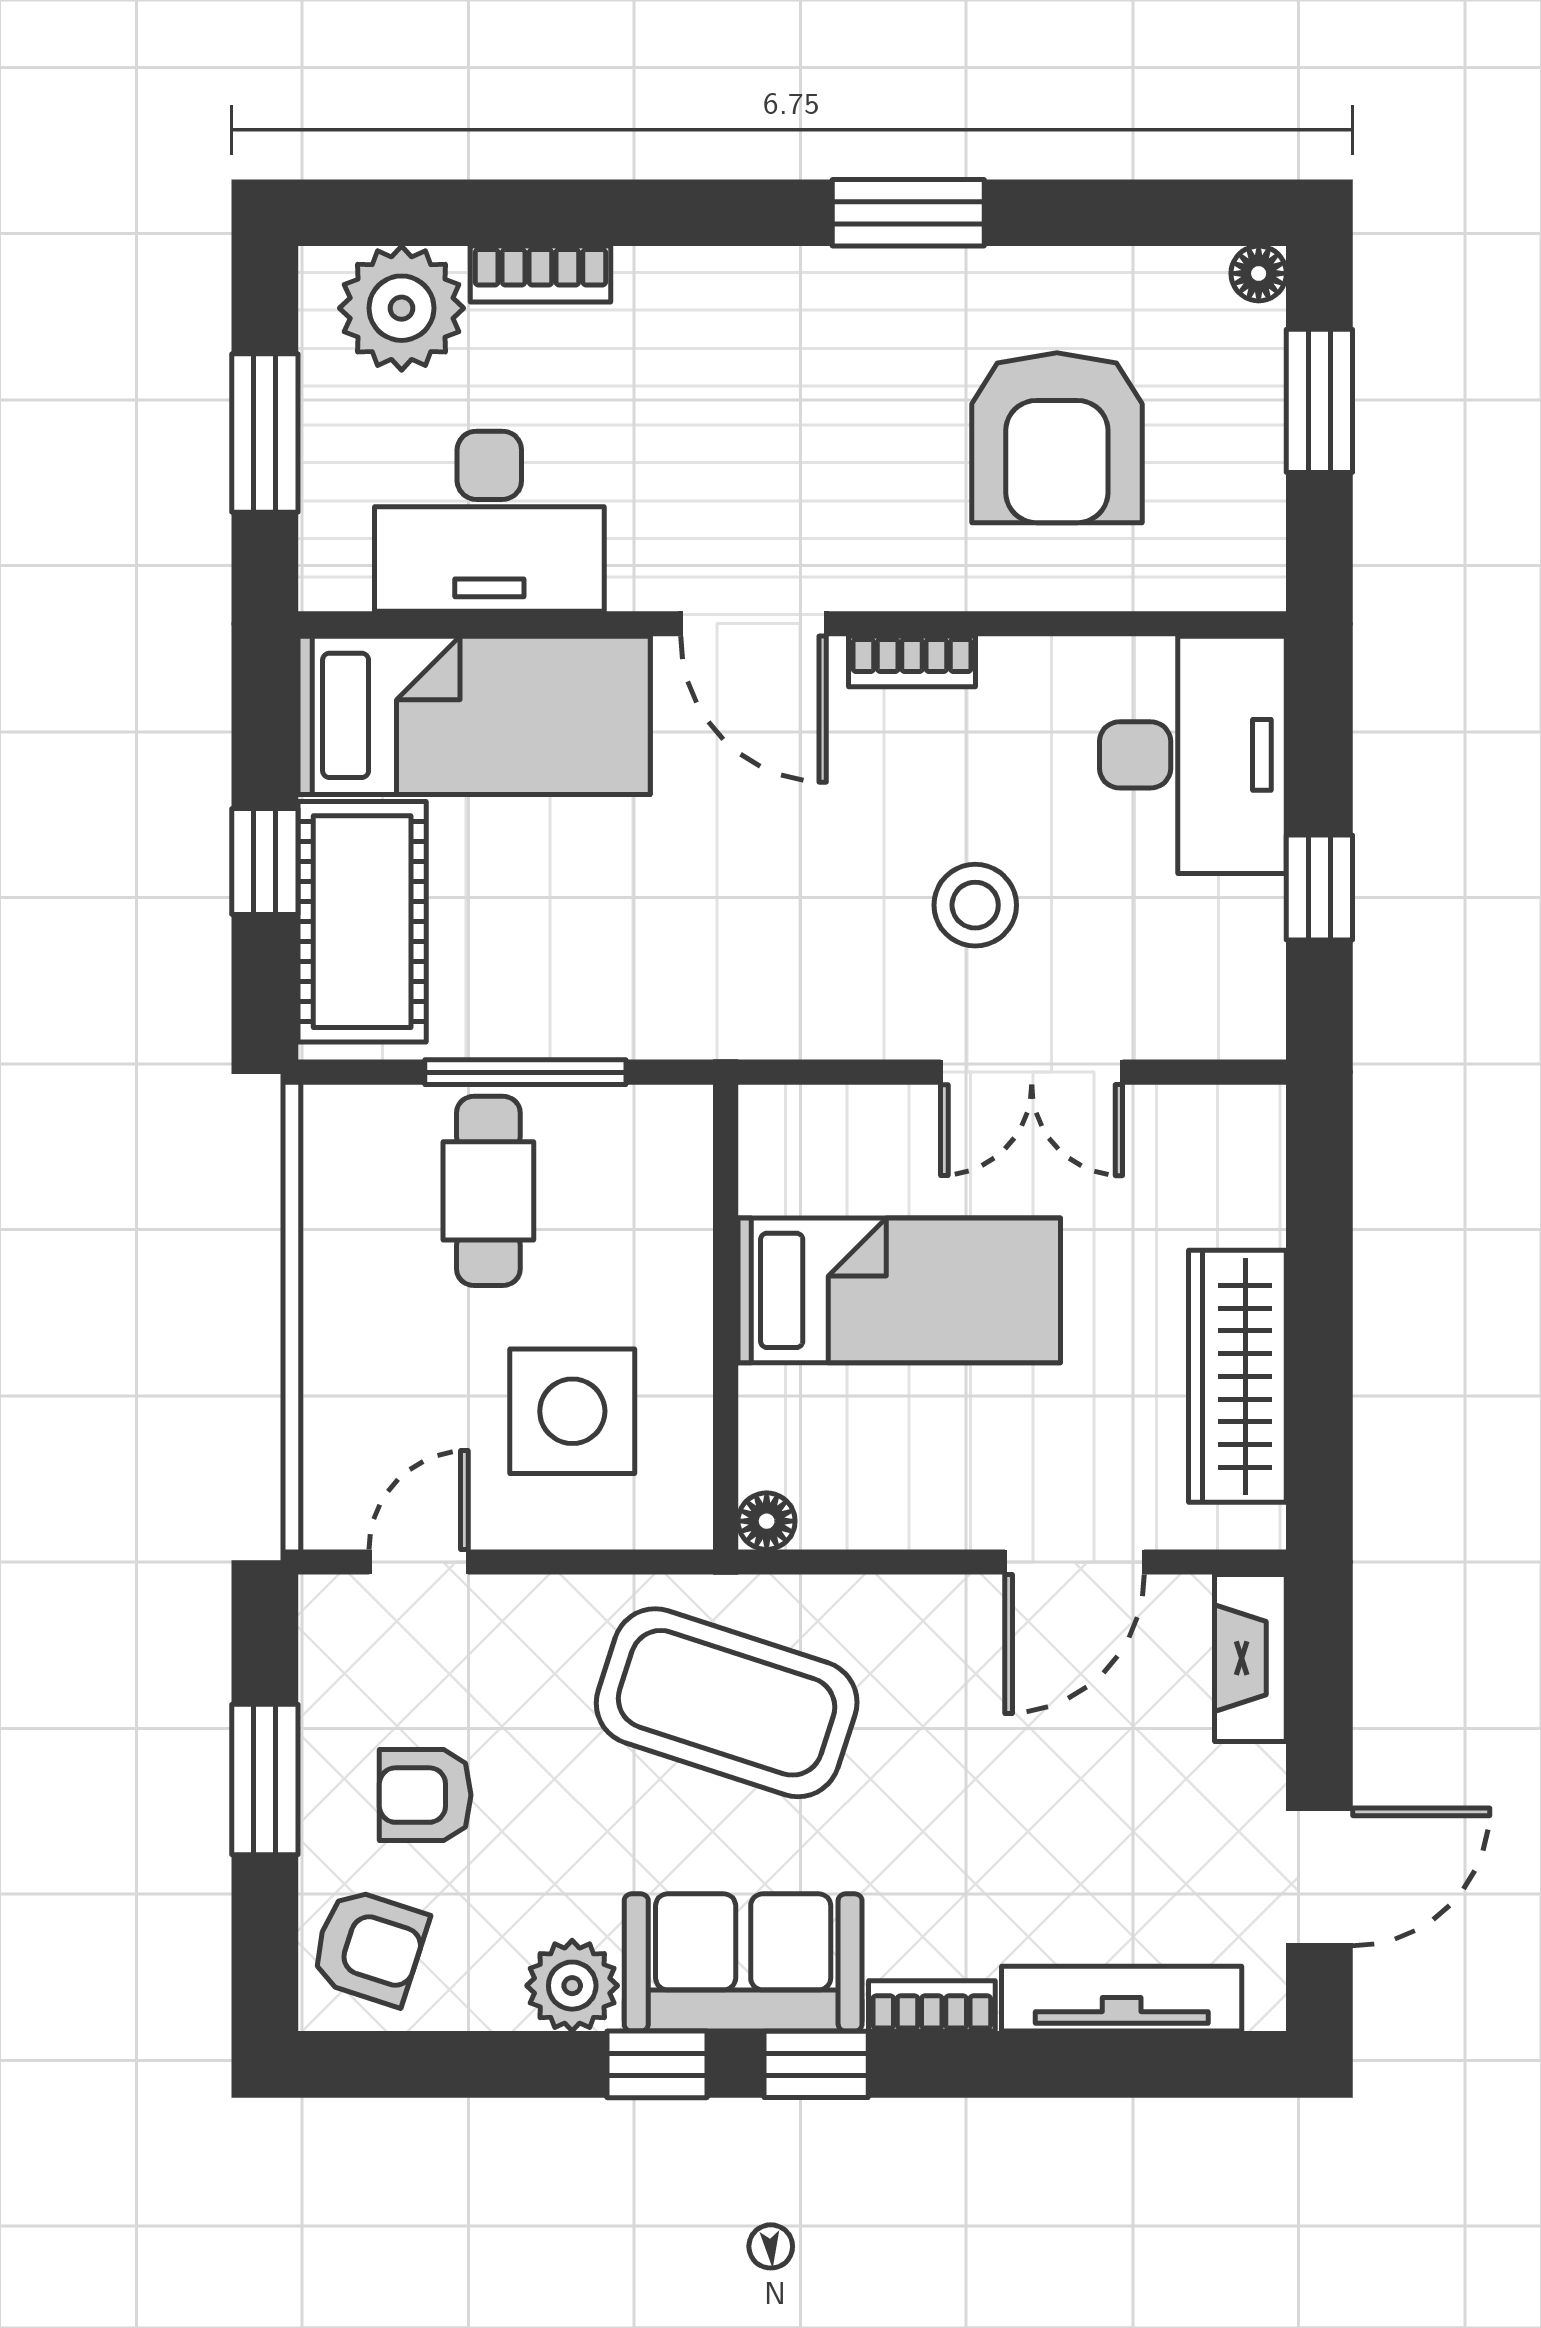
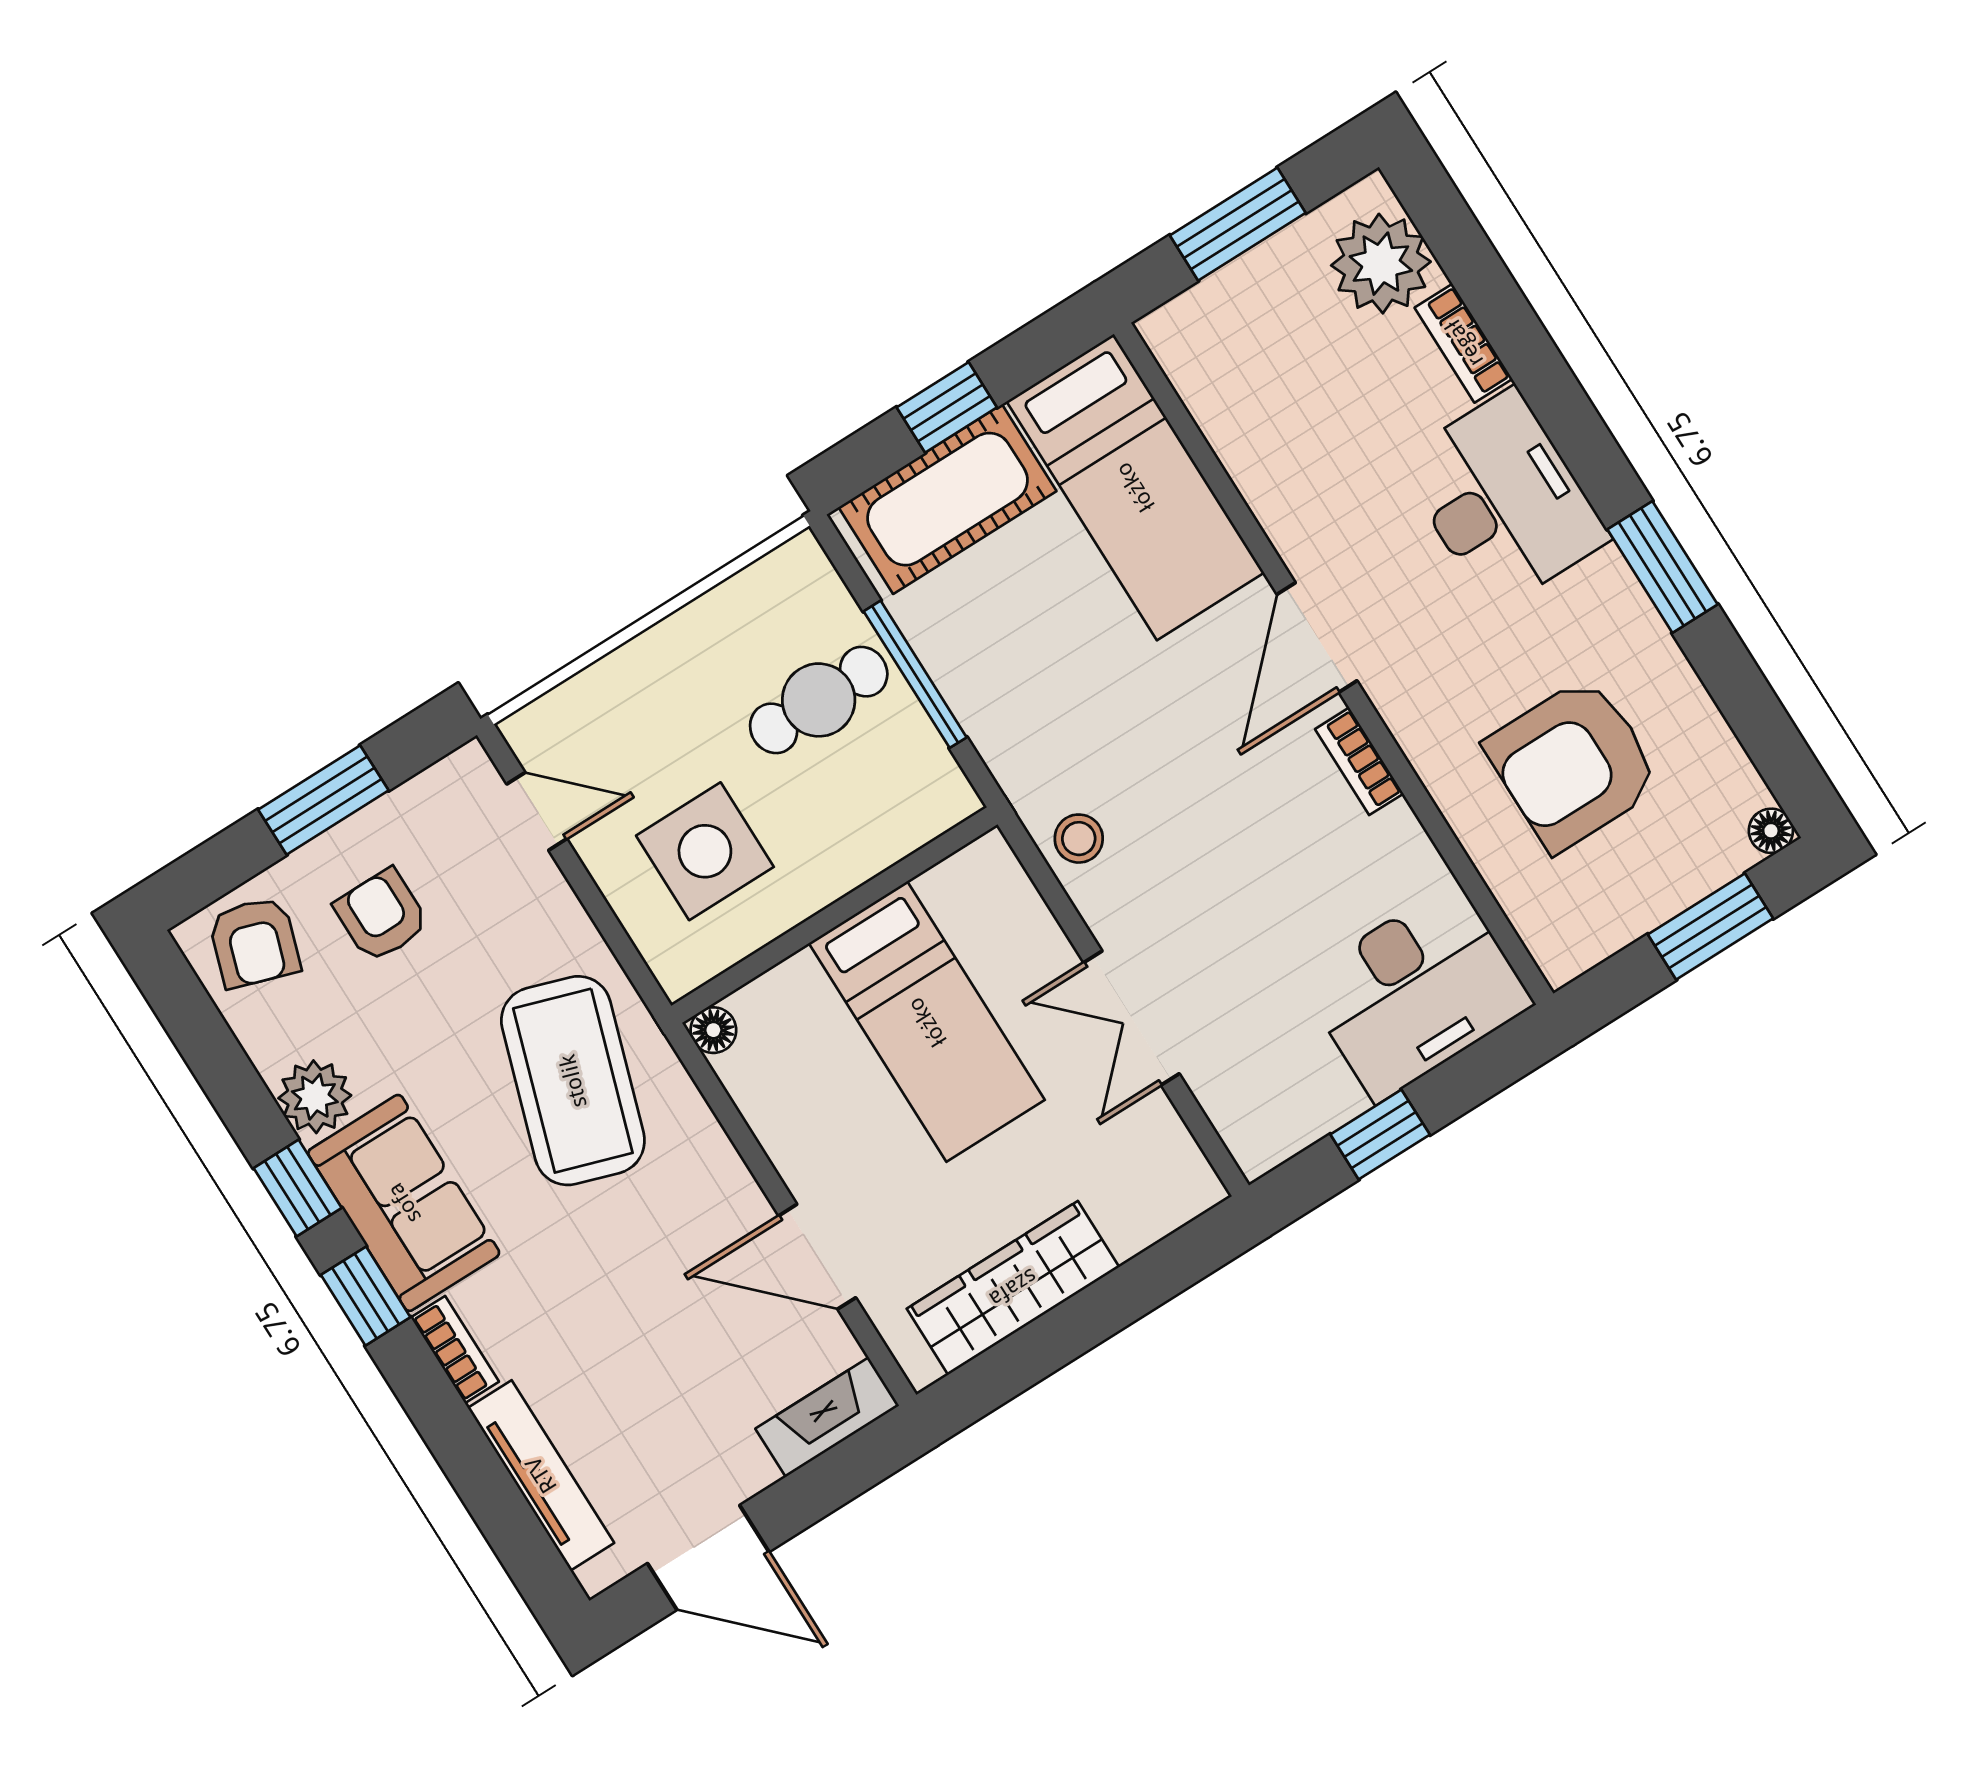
desk: (489, 521) -> (1503, 500), moved, turned 180
stool: (975, 905) -> (1079, 839), moved, width x0.73, depth x0.73

